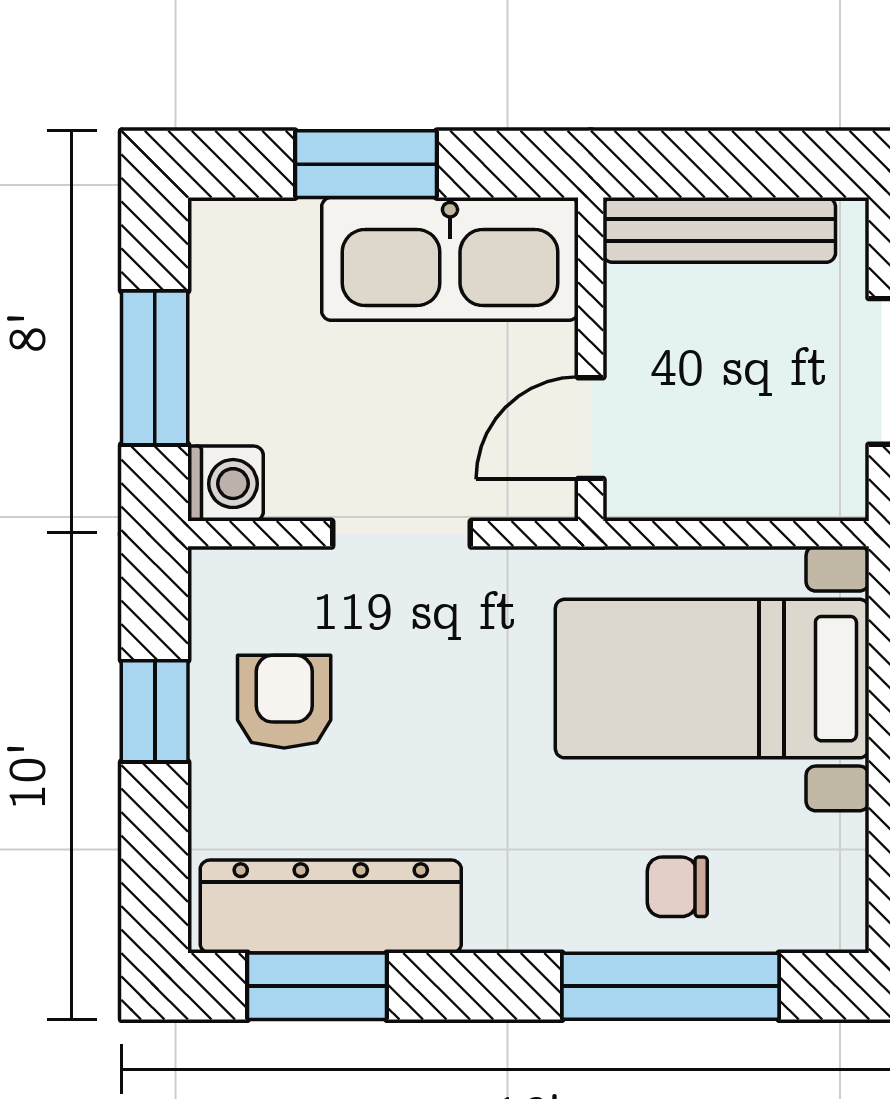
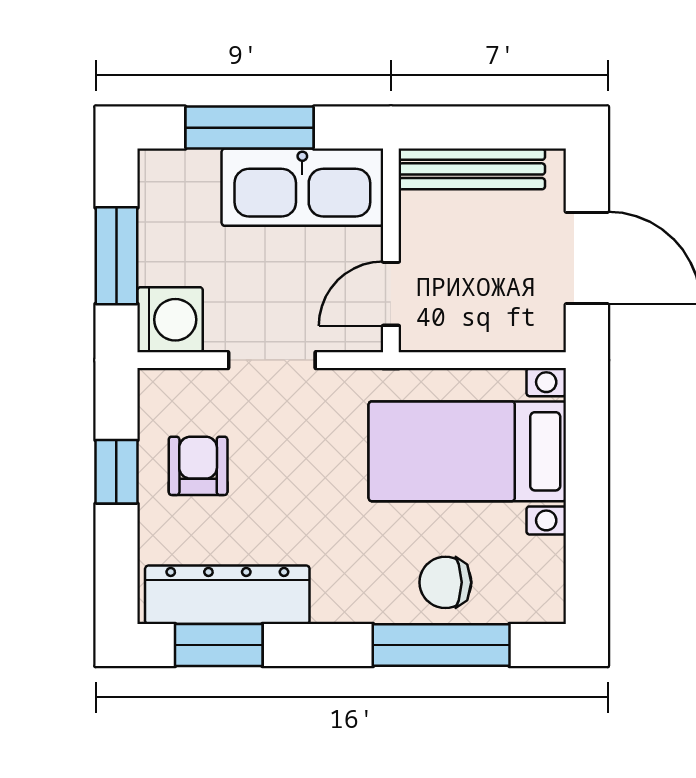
window: (366, 164) -> (249, 128), width x1.44
washing machine: (225, 484) -> (170, 320), width x1.38, depth x1.38
chair: (677, 887) -> (445, 582), width x1.37, depth x1.37

